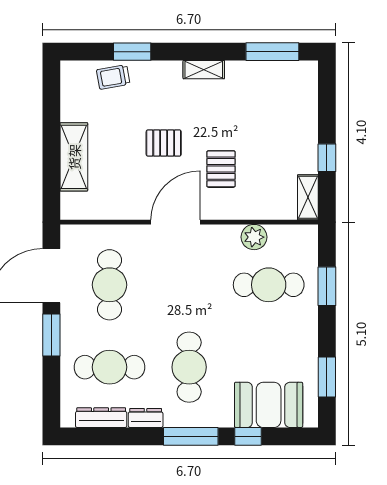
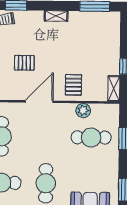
pallet: (164, 143) -> (24, 63), moved
pallet: (221, 169) -> (73, 85), moved

